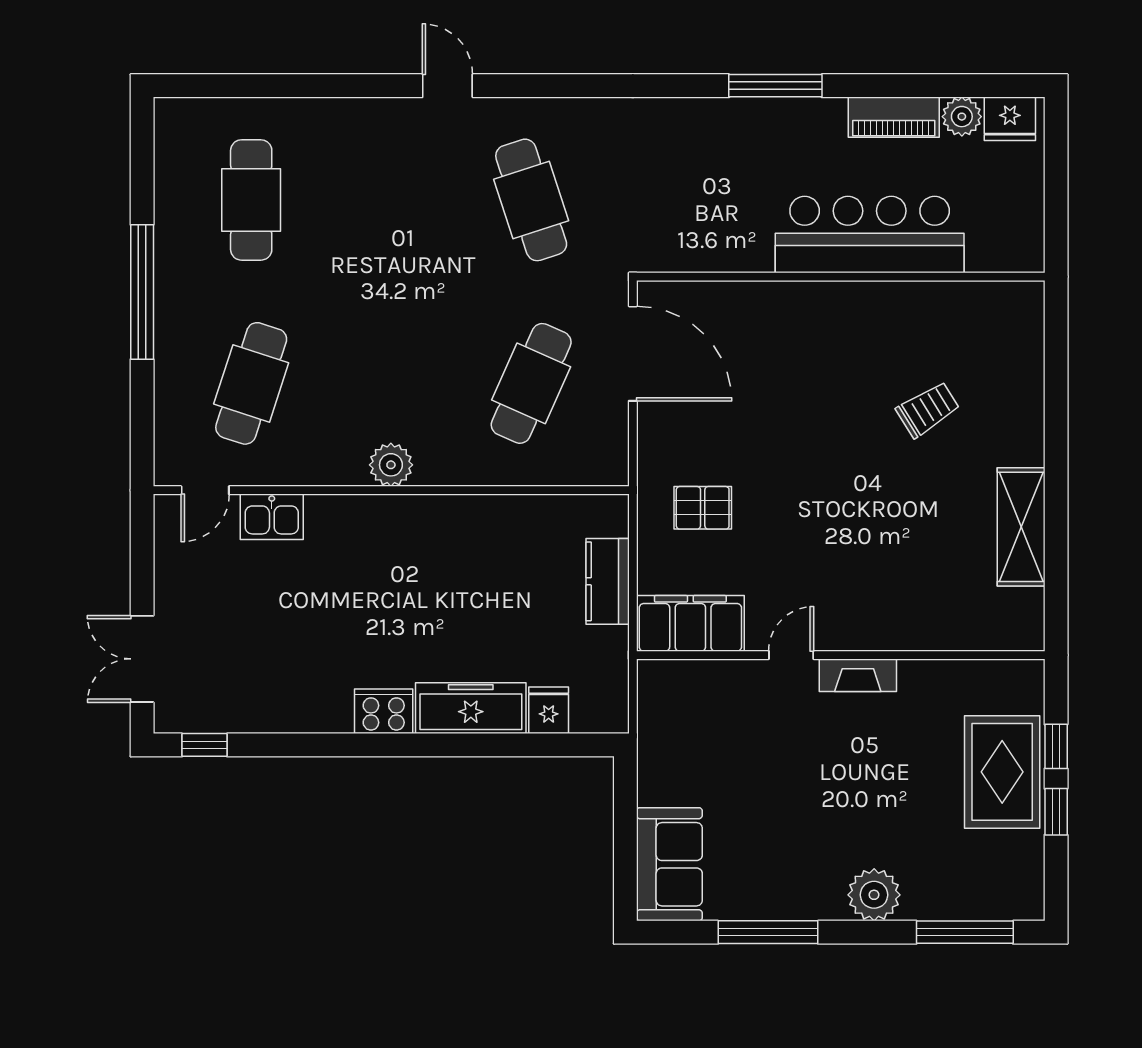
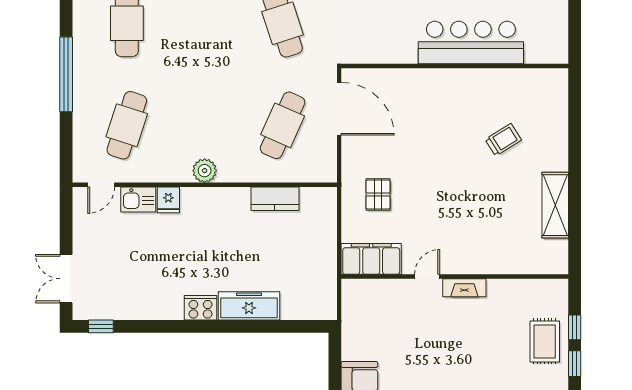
pallet: (703, 508) -> (378, 194), turned 90
kitchen counter: (608, 581) -> (275, 199), moved, turned -90
fridge: (549, 710) -> (168, 200), moved, turned 180
rug: (1002, 772) -> (545, 341), width x0.73, depth x0.70

